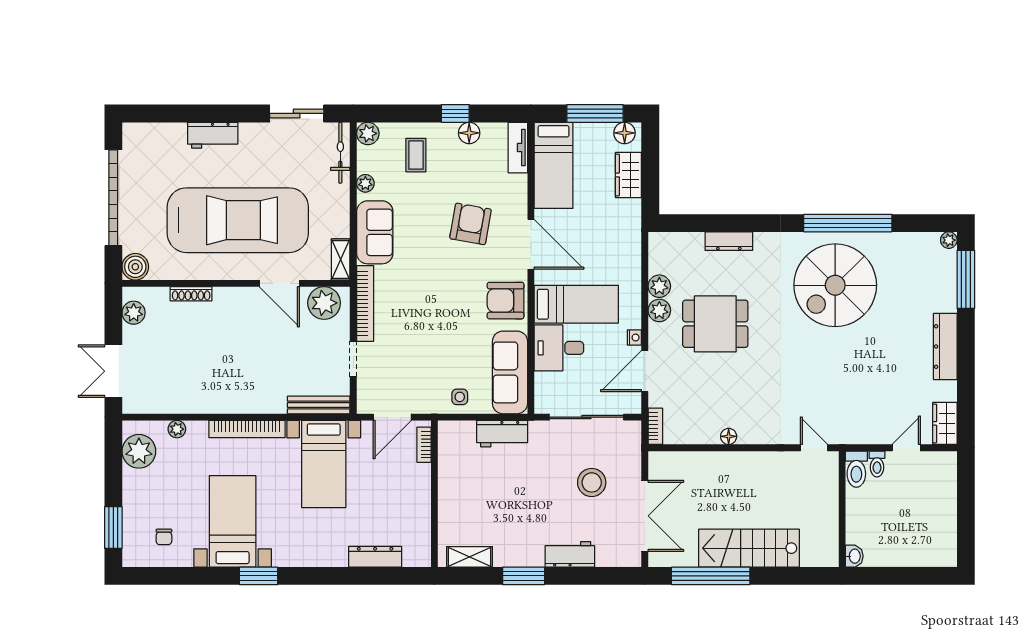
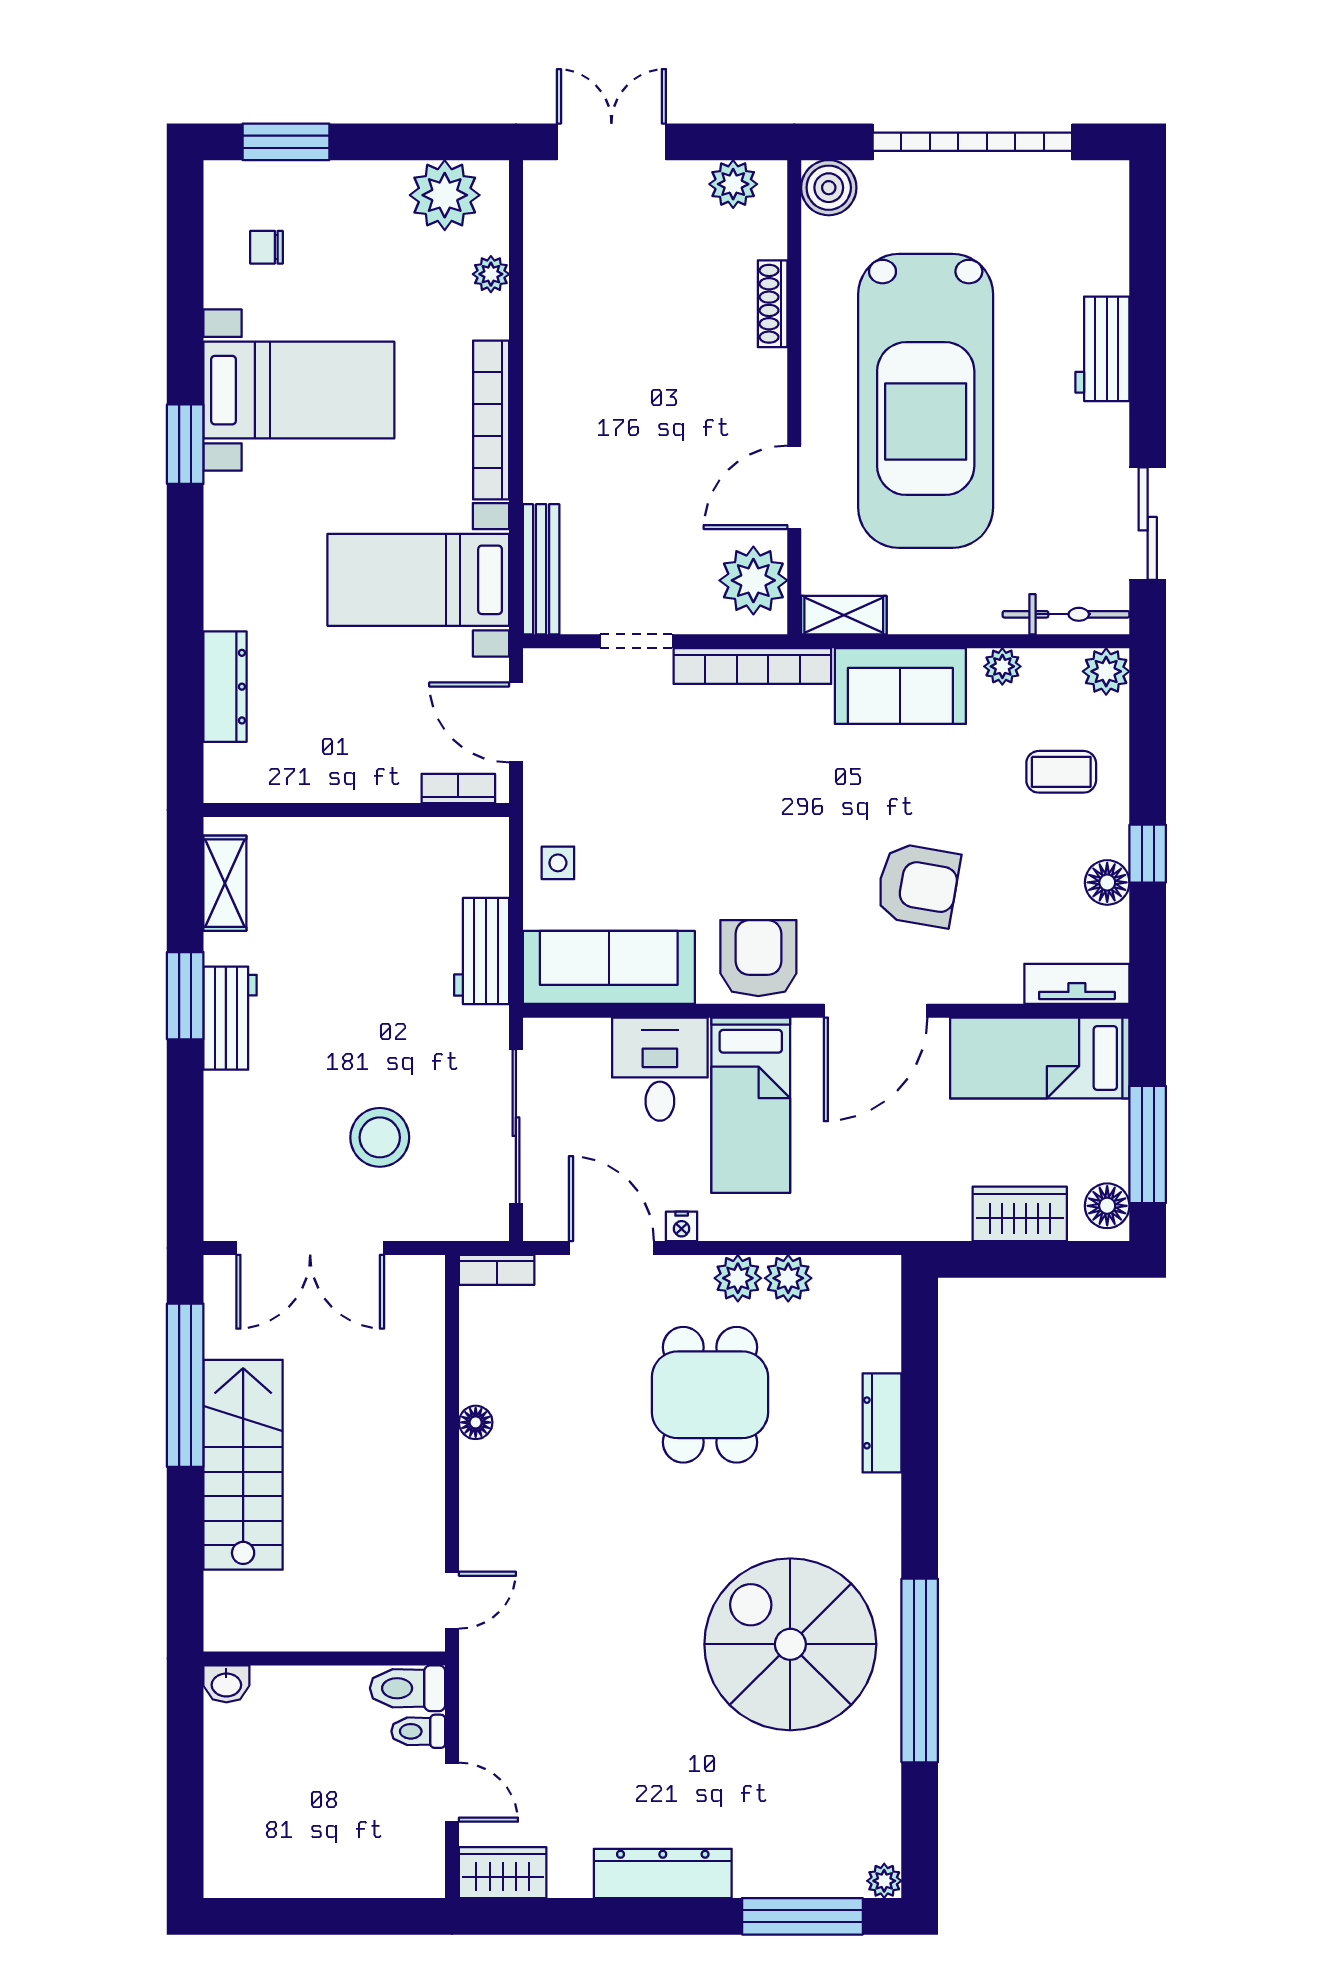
workbench: (570, 554) -> (230, 1018), moved

